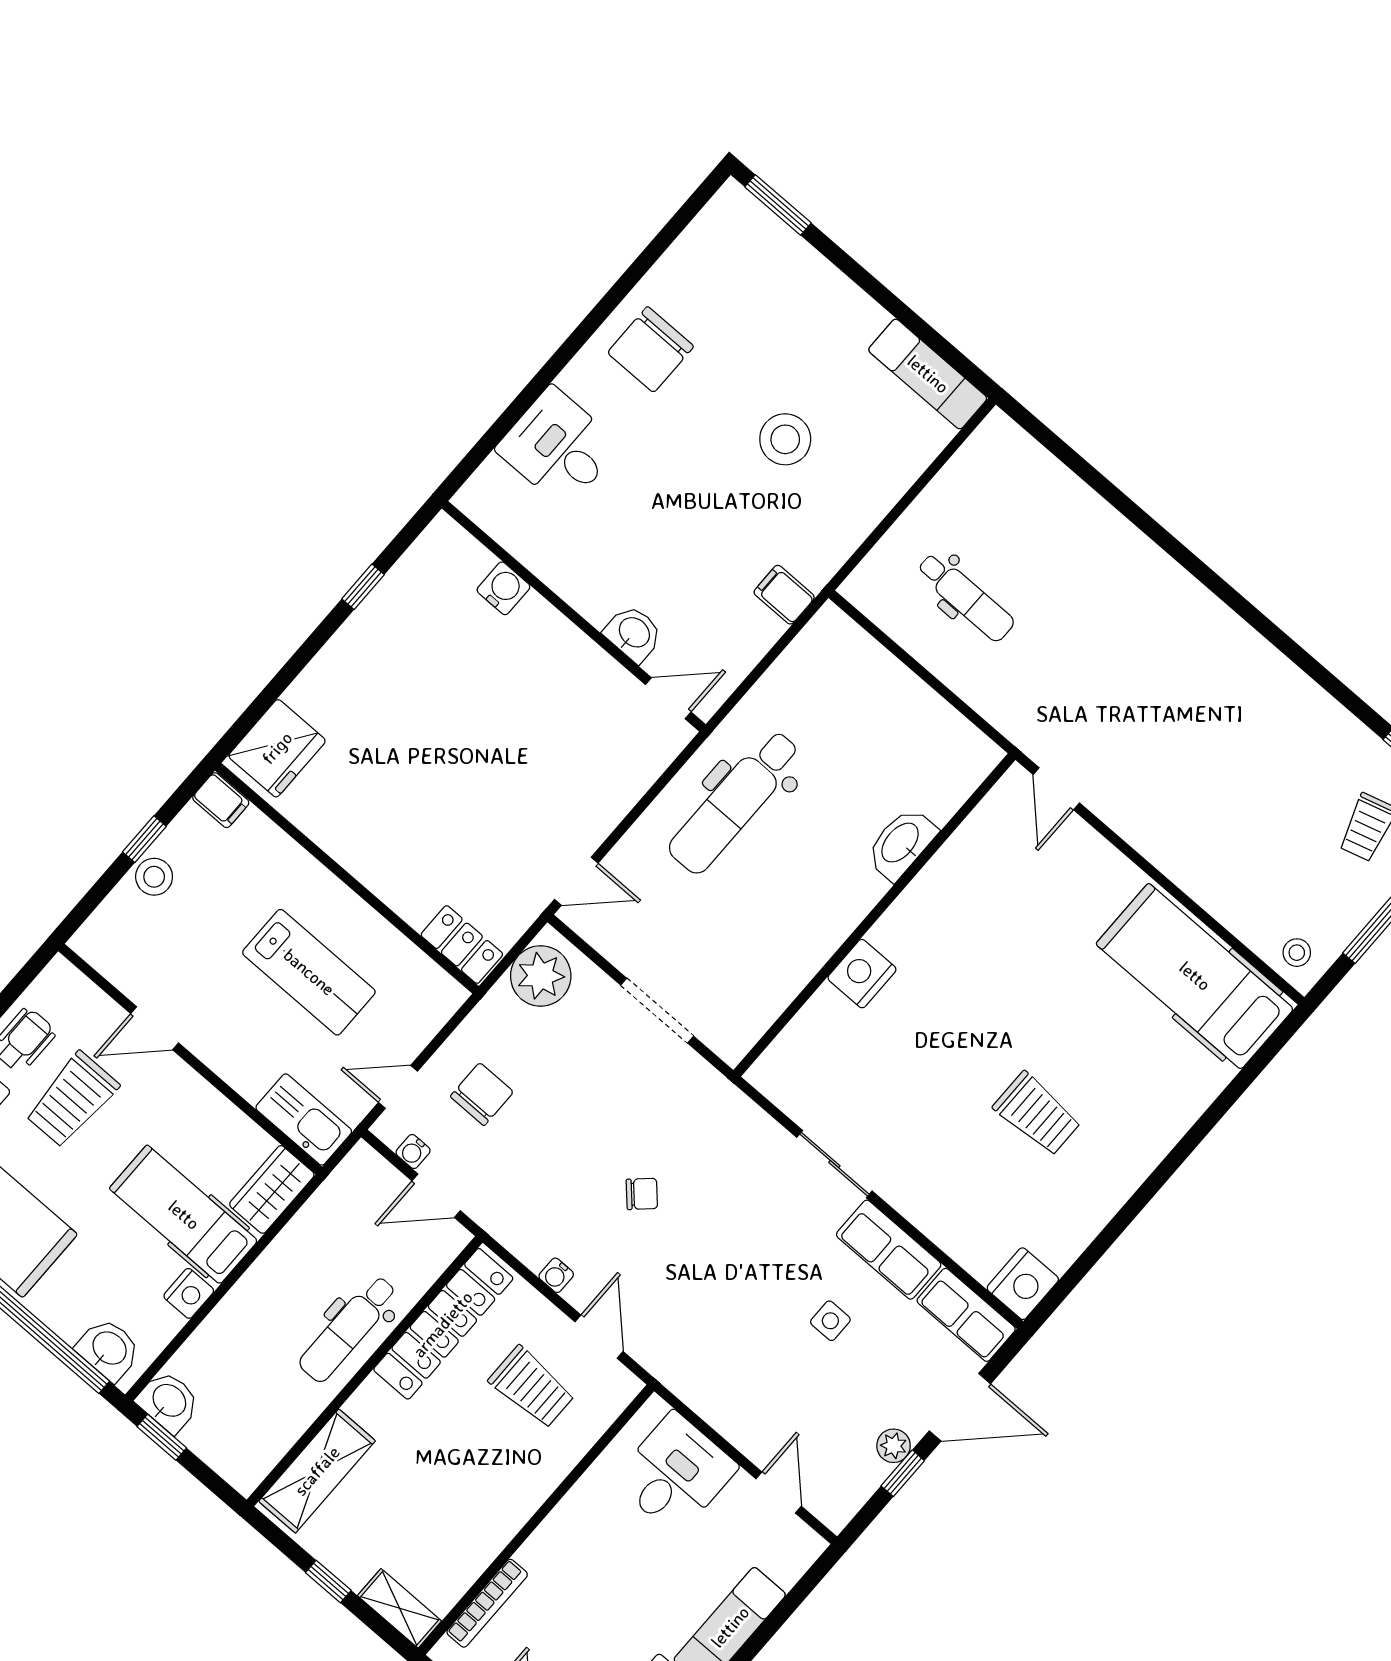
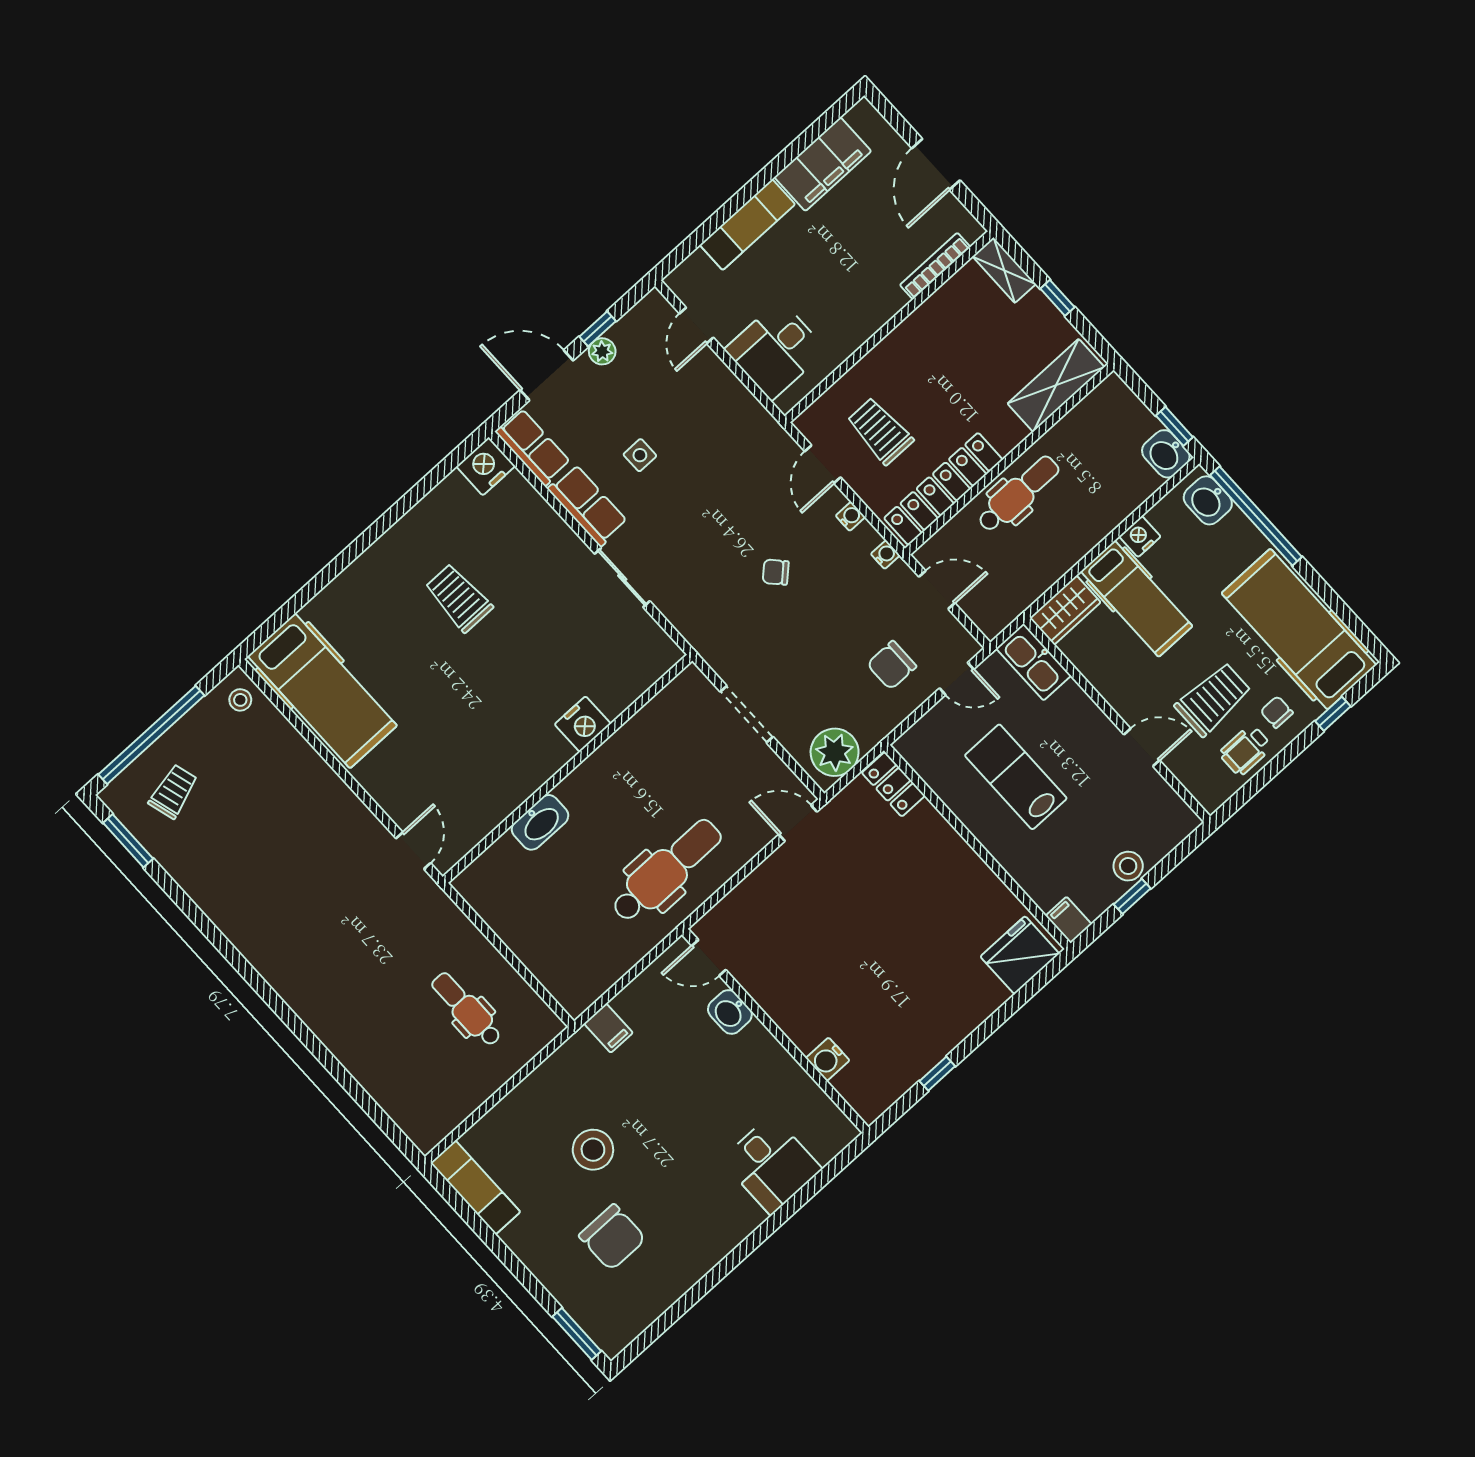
chair: (651, 350) -> (612, 1237), moved, turned 90
water cooler: (413, 1151) -> (885, 555), moved

